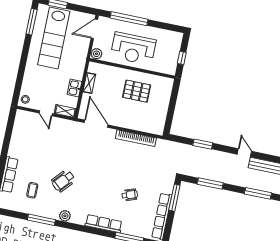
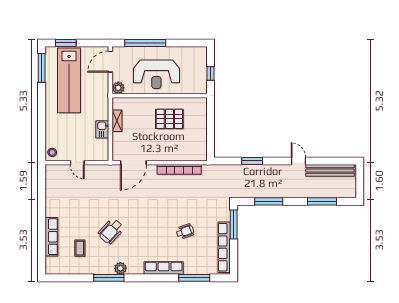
shelving: (65, 111) -> (98, 156), removed
door: (96, 124) -> (133, 163), swing flipped
window: (41, 220) -> (109, 278), moved

